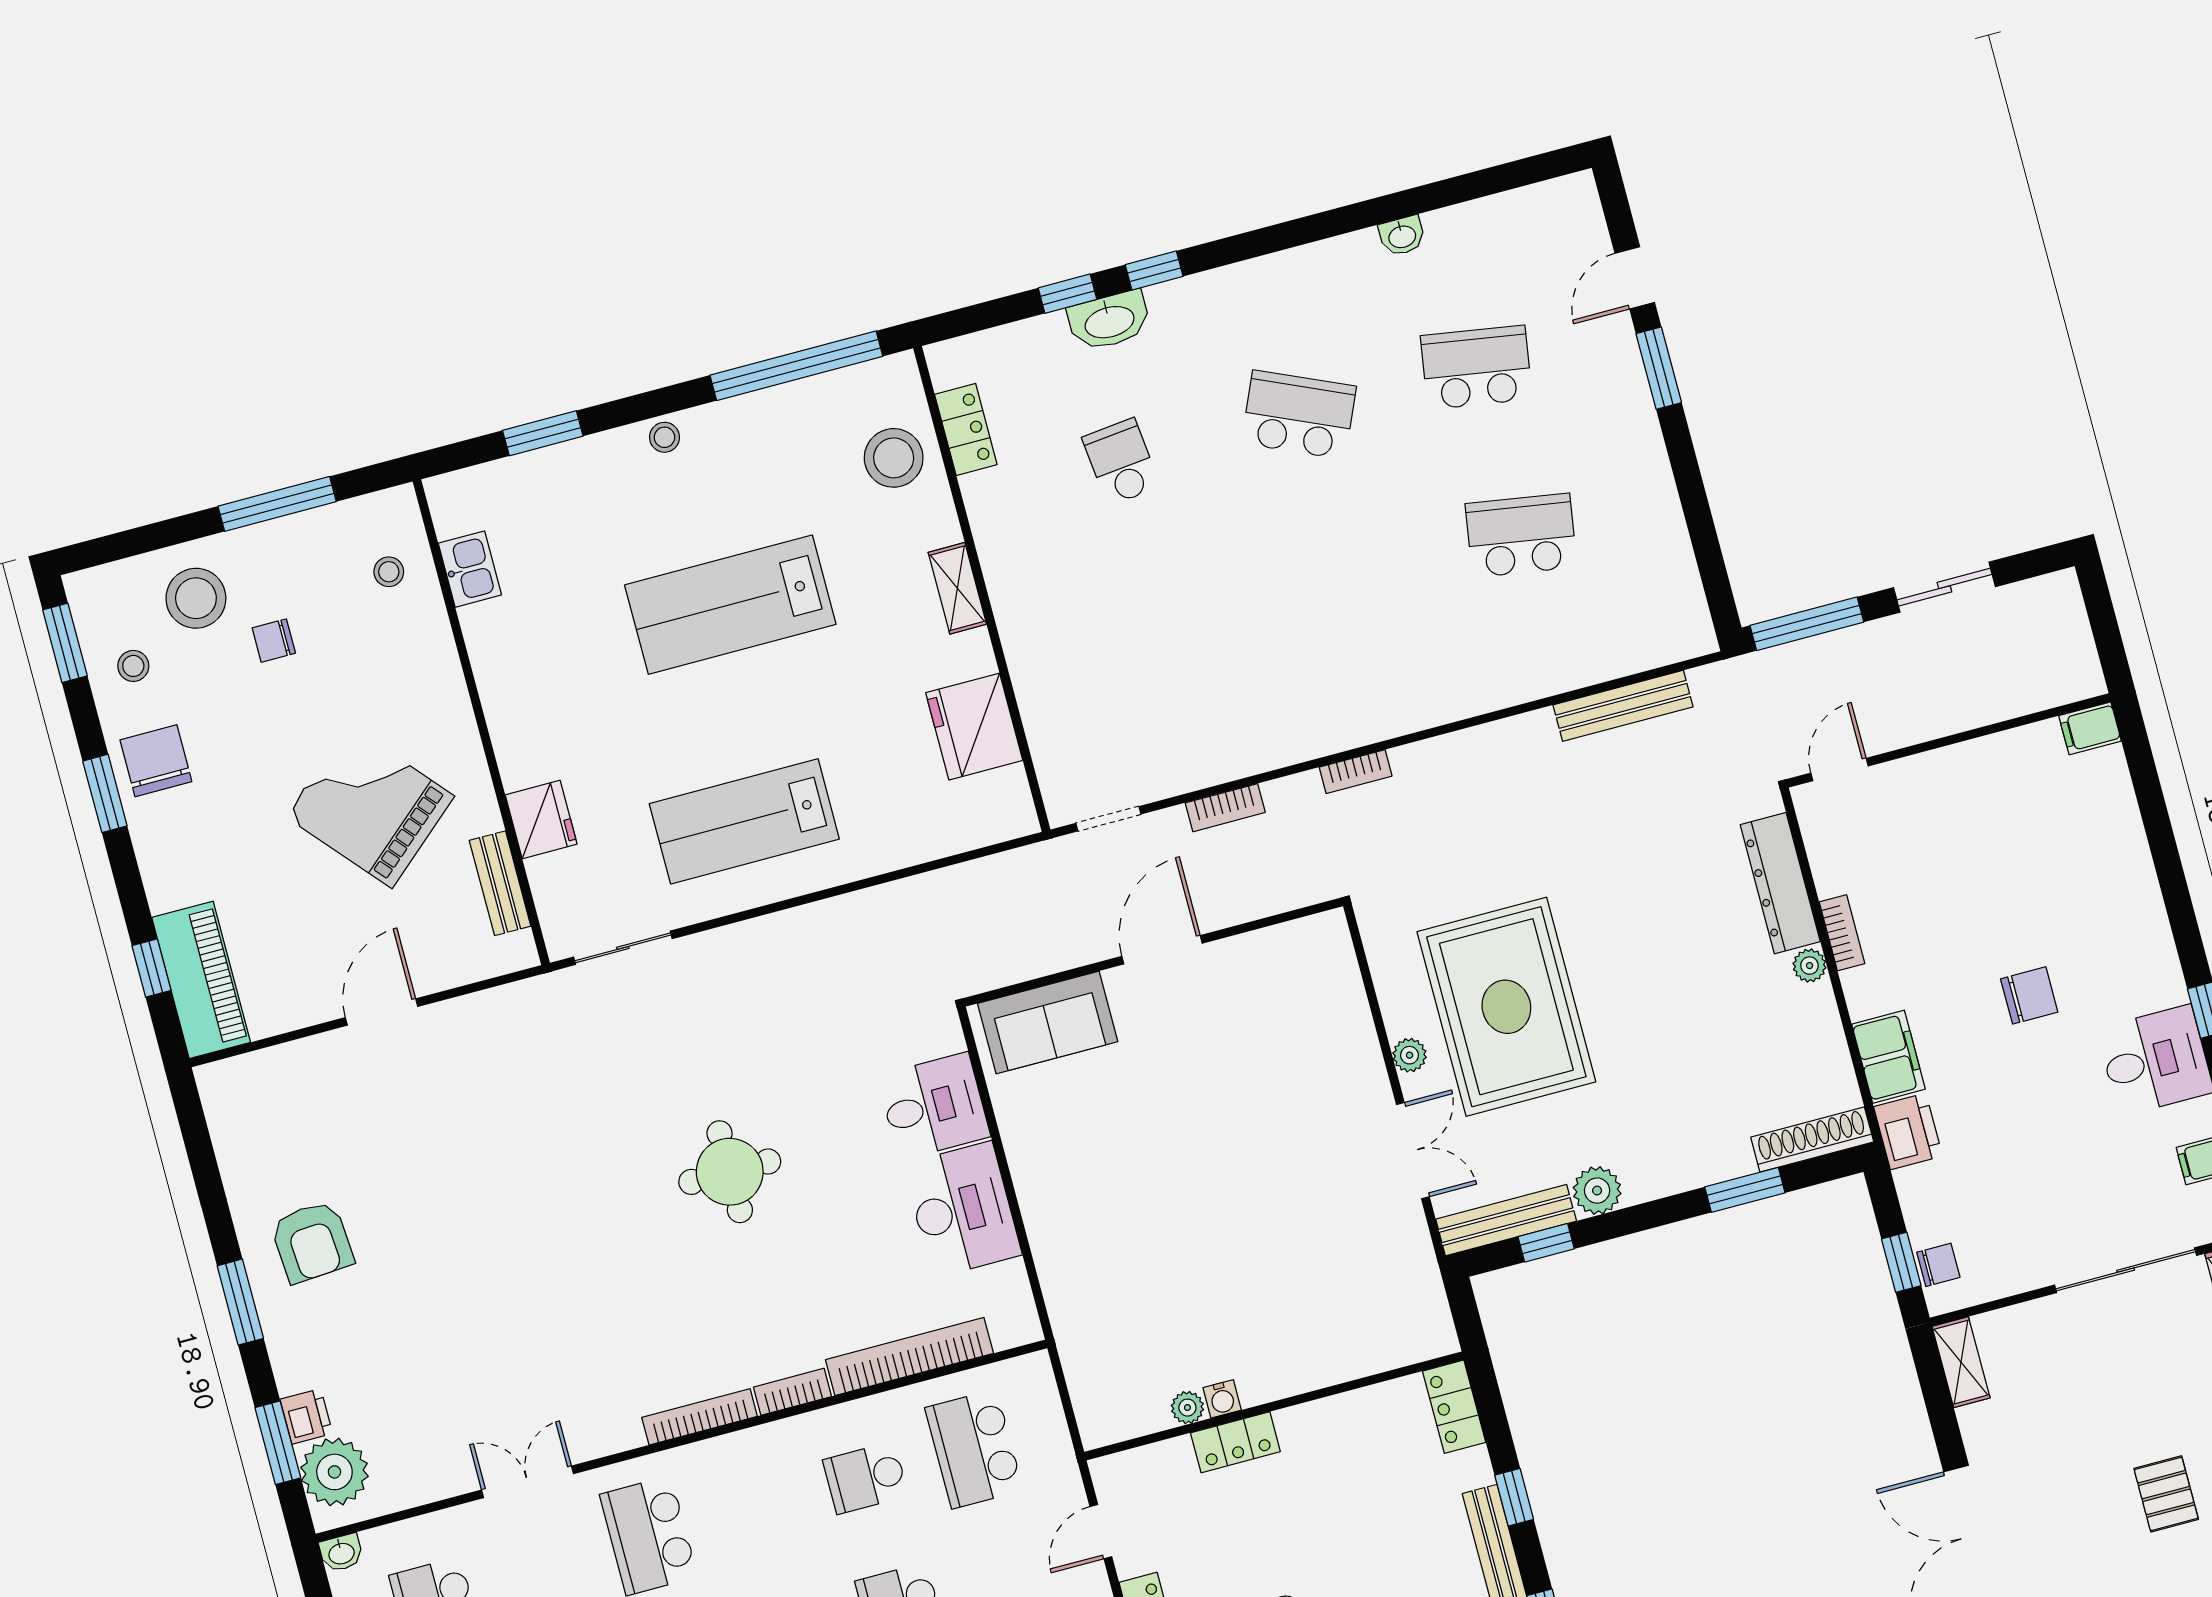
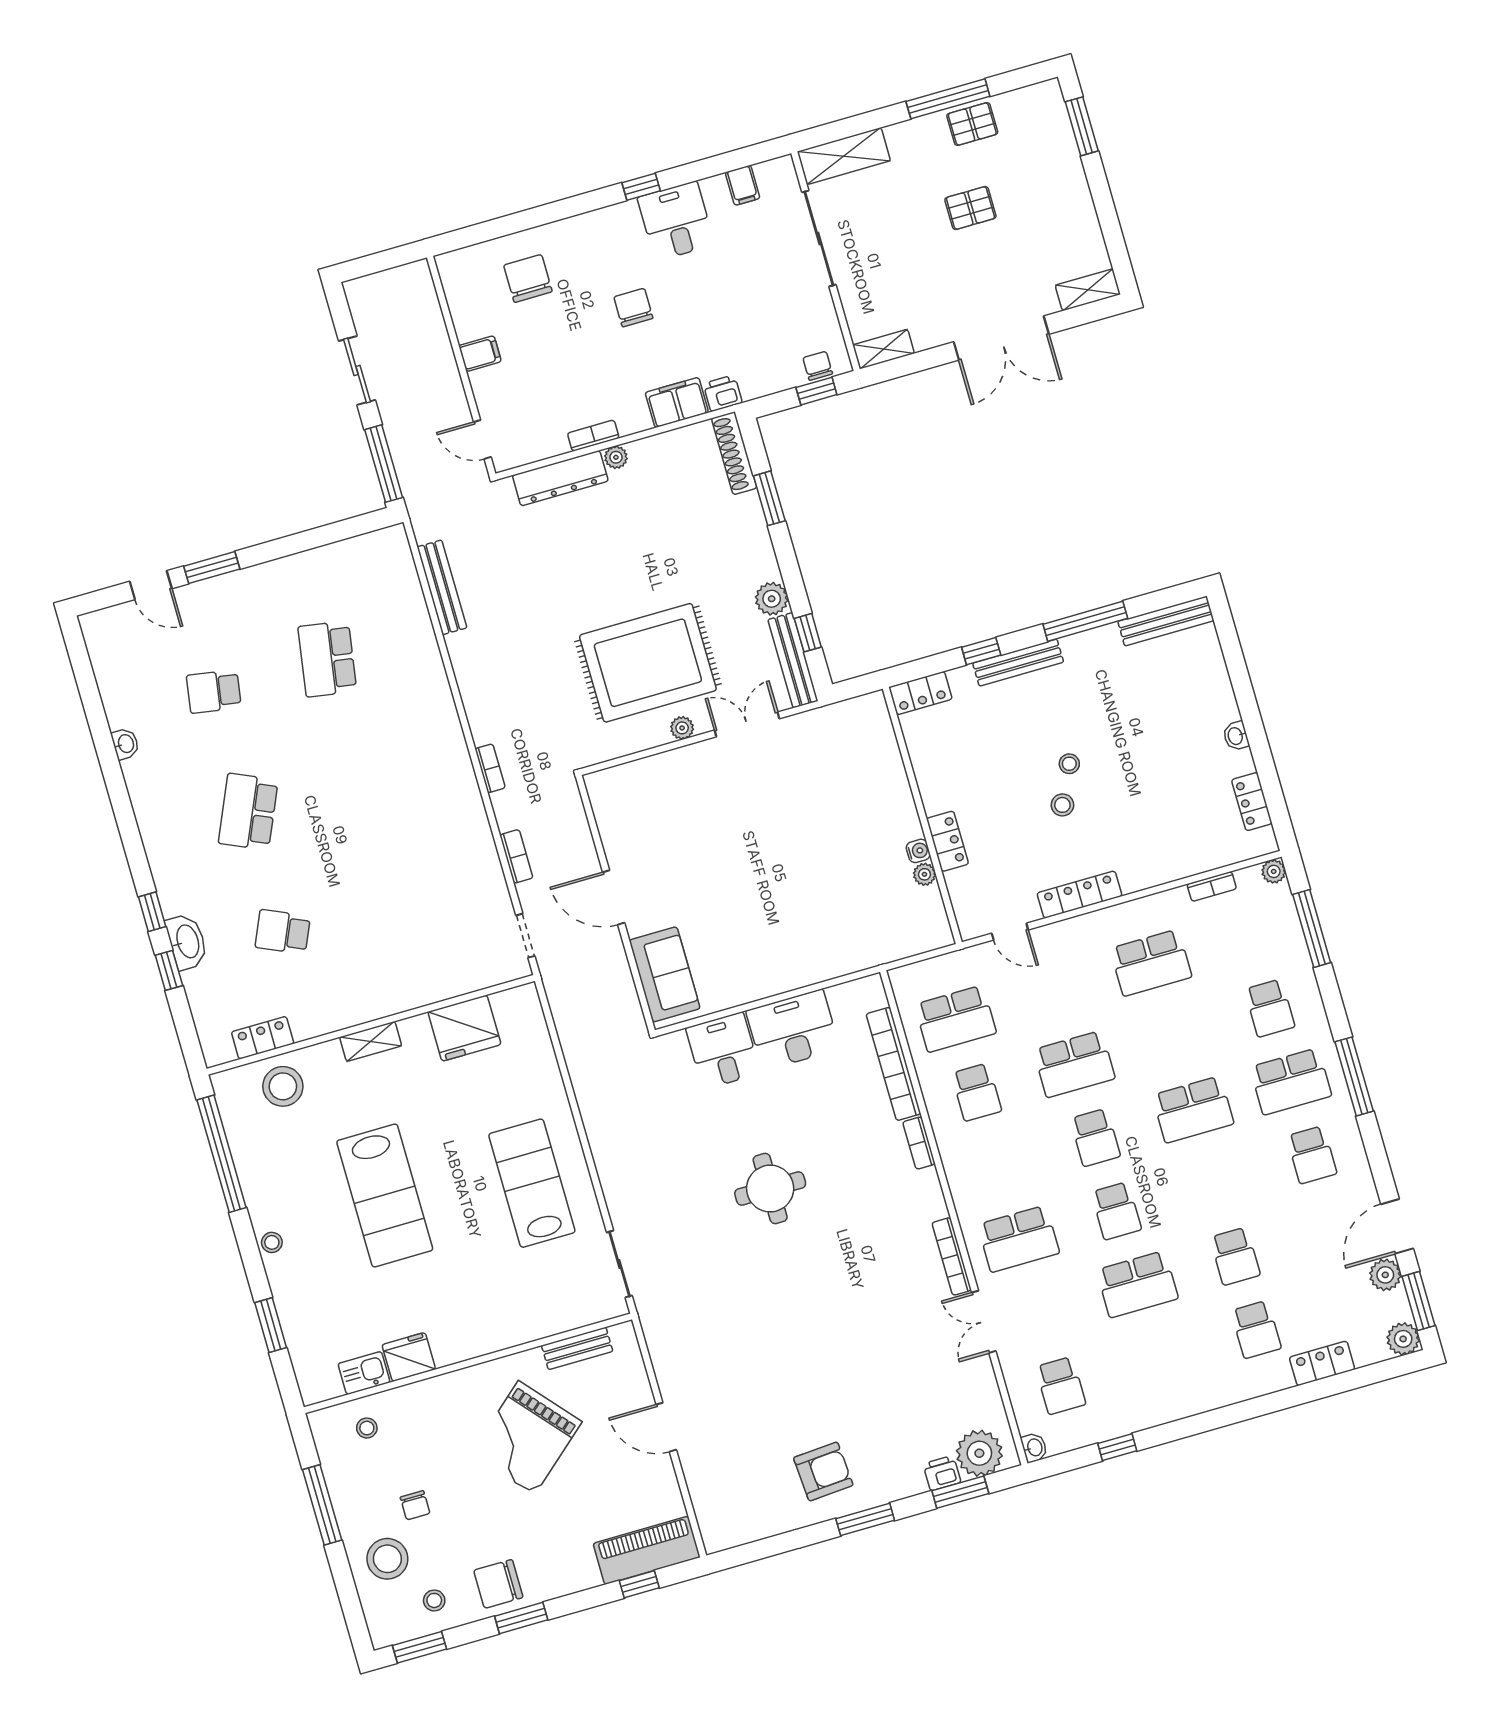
school desk: (1476, 367) -> (214, 691), width x0.54
school desk: (1121, 462) -> (283, 932), turned 30
filing cabinet: (2090, 728) -> (480, 354), moved, turned -90
fridge: (541, 820) -> (409, 1357), moved
lab bench: (744, 821) -> (532, 1183), turned 180
chair: (2075, 841) -> (528, 278), added
printer: (1908, 1131) -> (723, 393), width x0.73, depth x0.81
bookcase: (700, 1417) -> (952, 1256), moved

